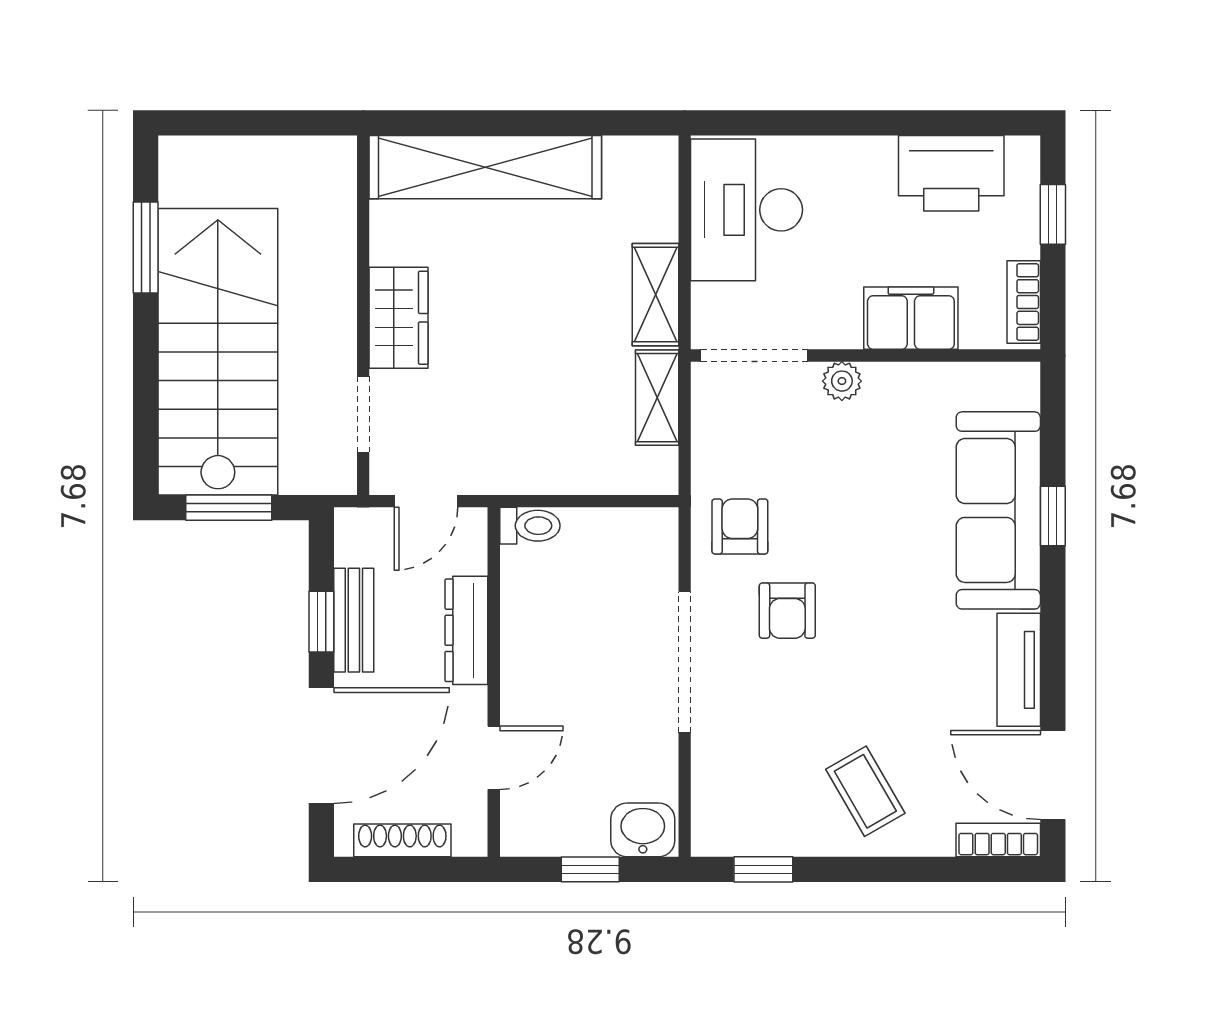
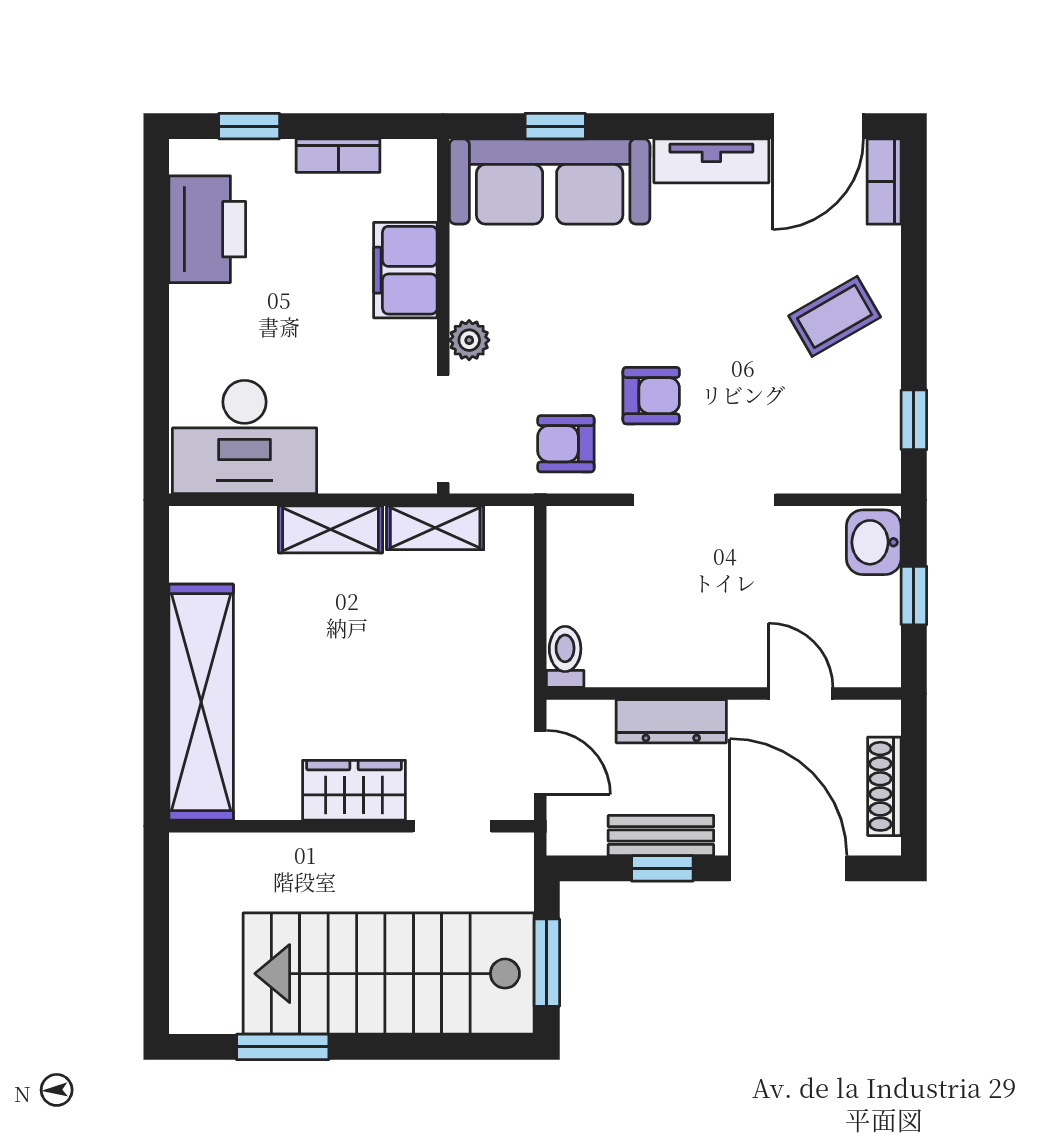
filing cabinet: (911, 318) -> (405, 270), moved
doorway: (754, 355) -> (443, 429), moved
wall: (865, 355) -> (443, 316), moved
plant: (842, 381) -> (469, 340), moved

